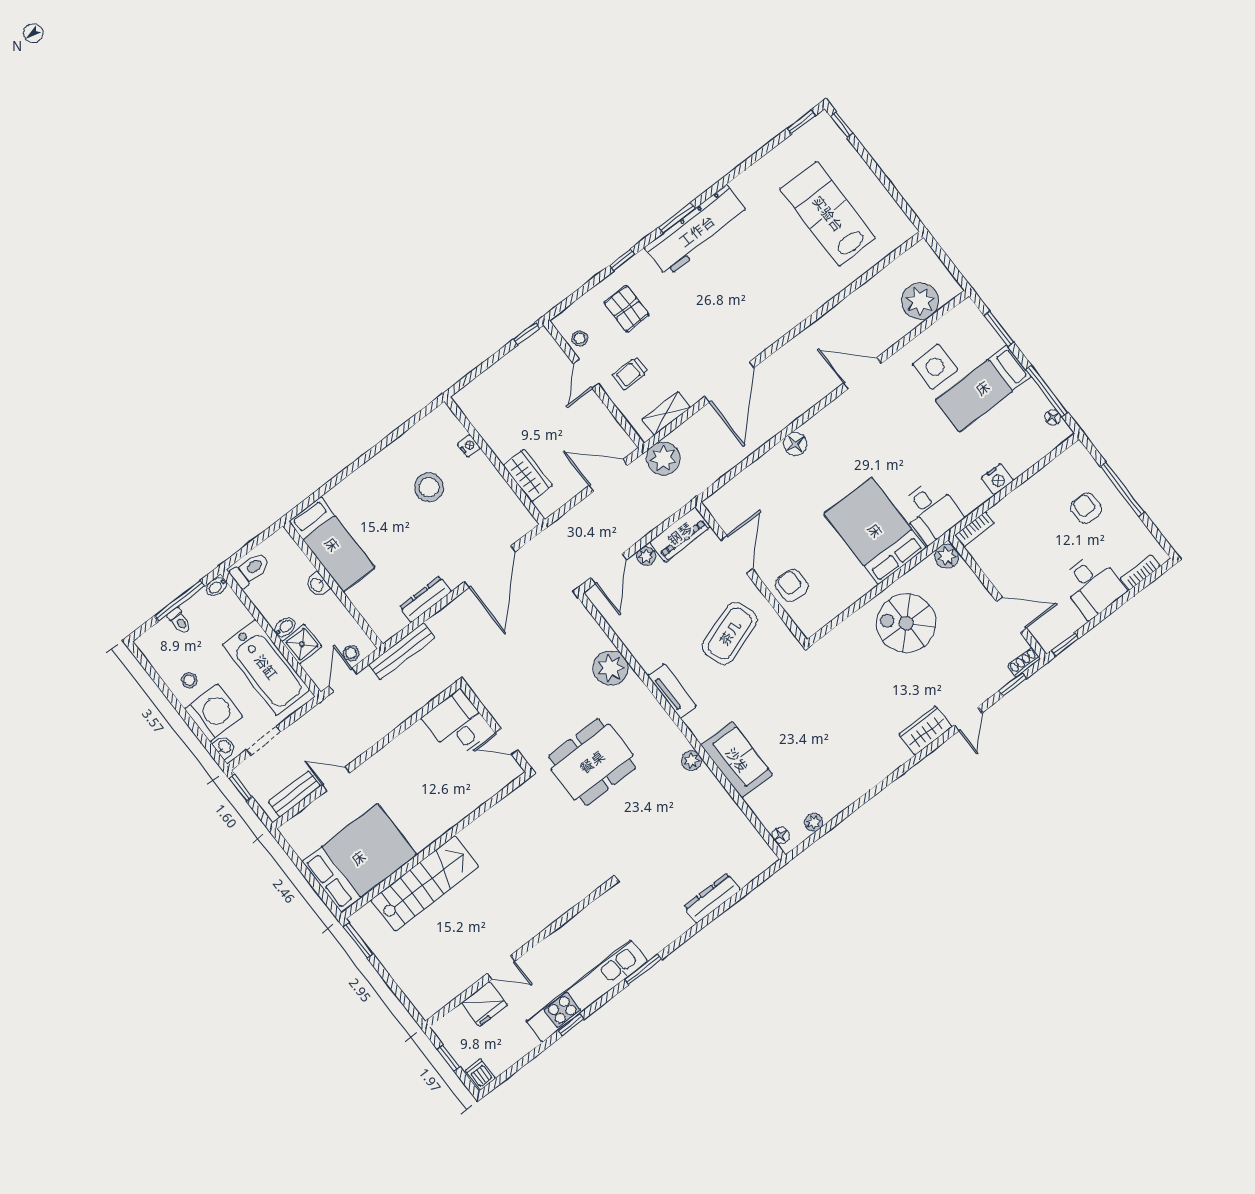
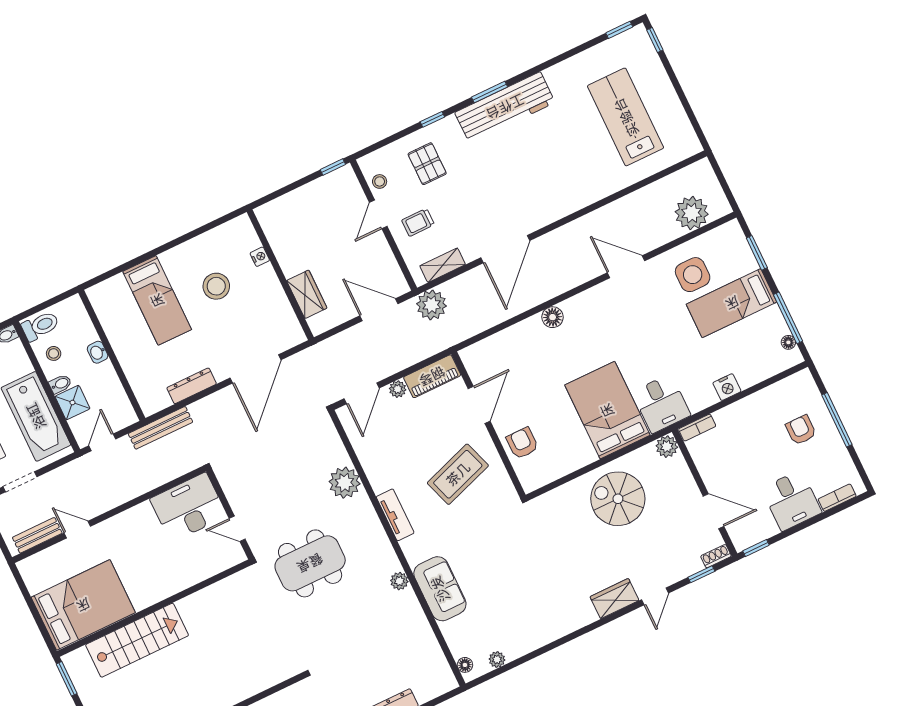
bed: (332, 545) -> (157, 300), moved
stool: (351, 653) -> (54, 353), moved
desk: (457, 724) -> (188, 507), width x1.37

